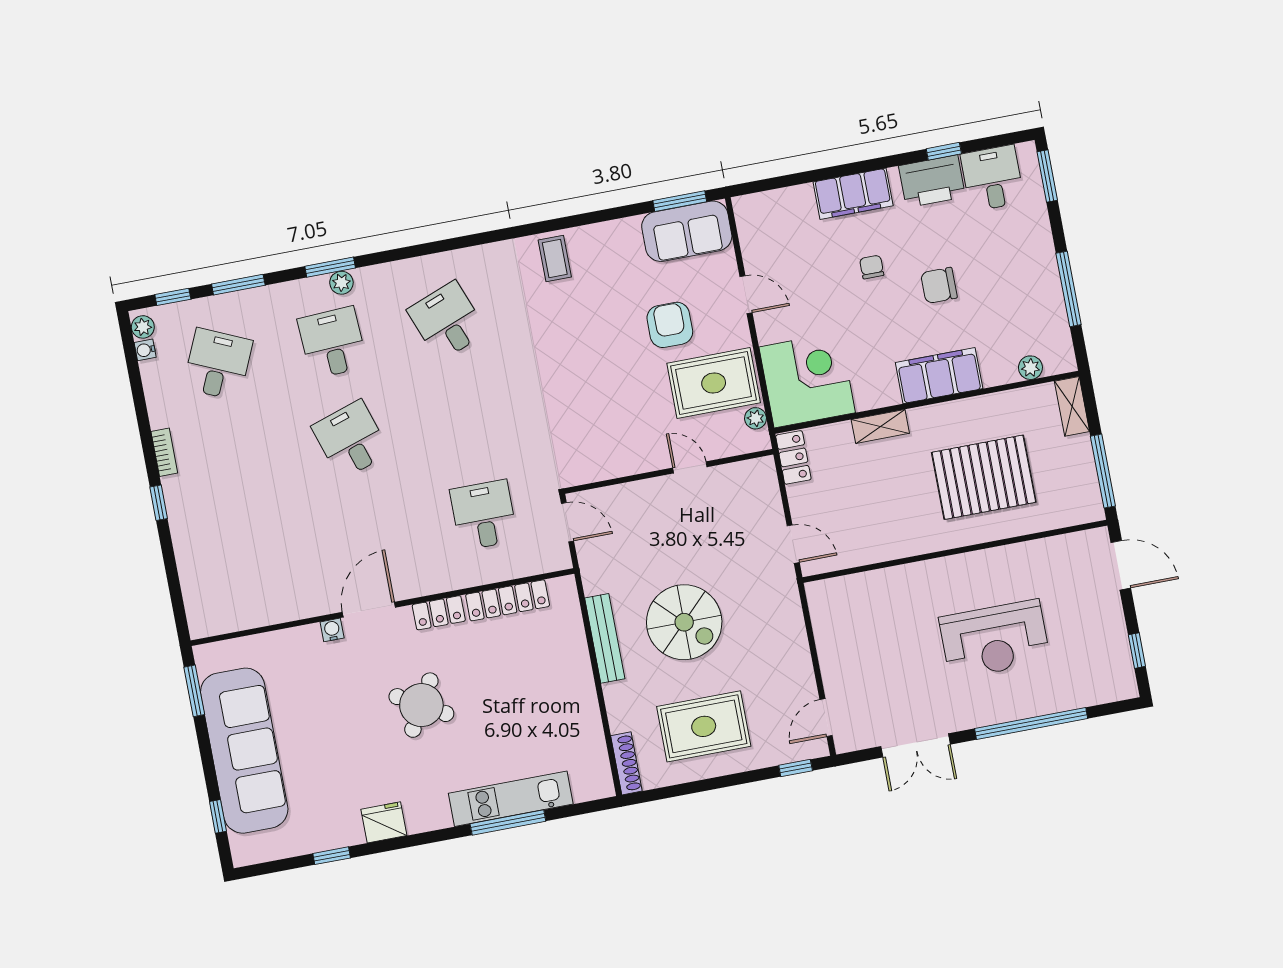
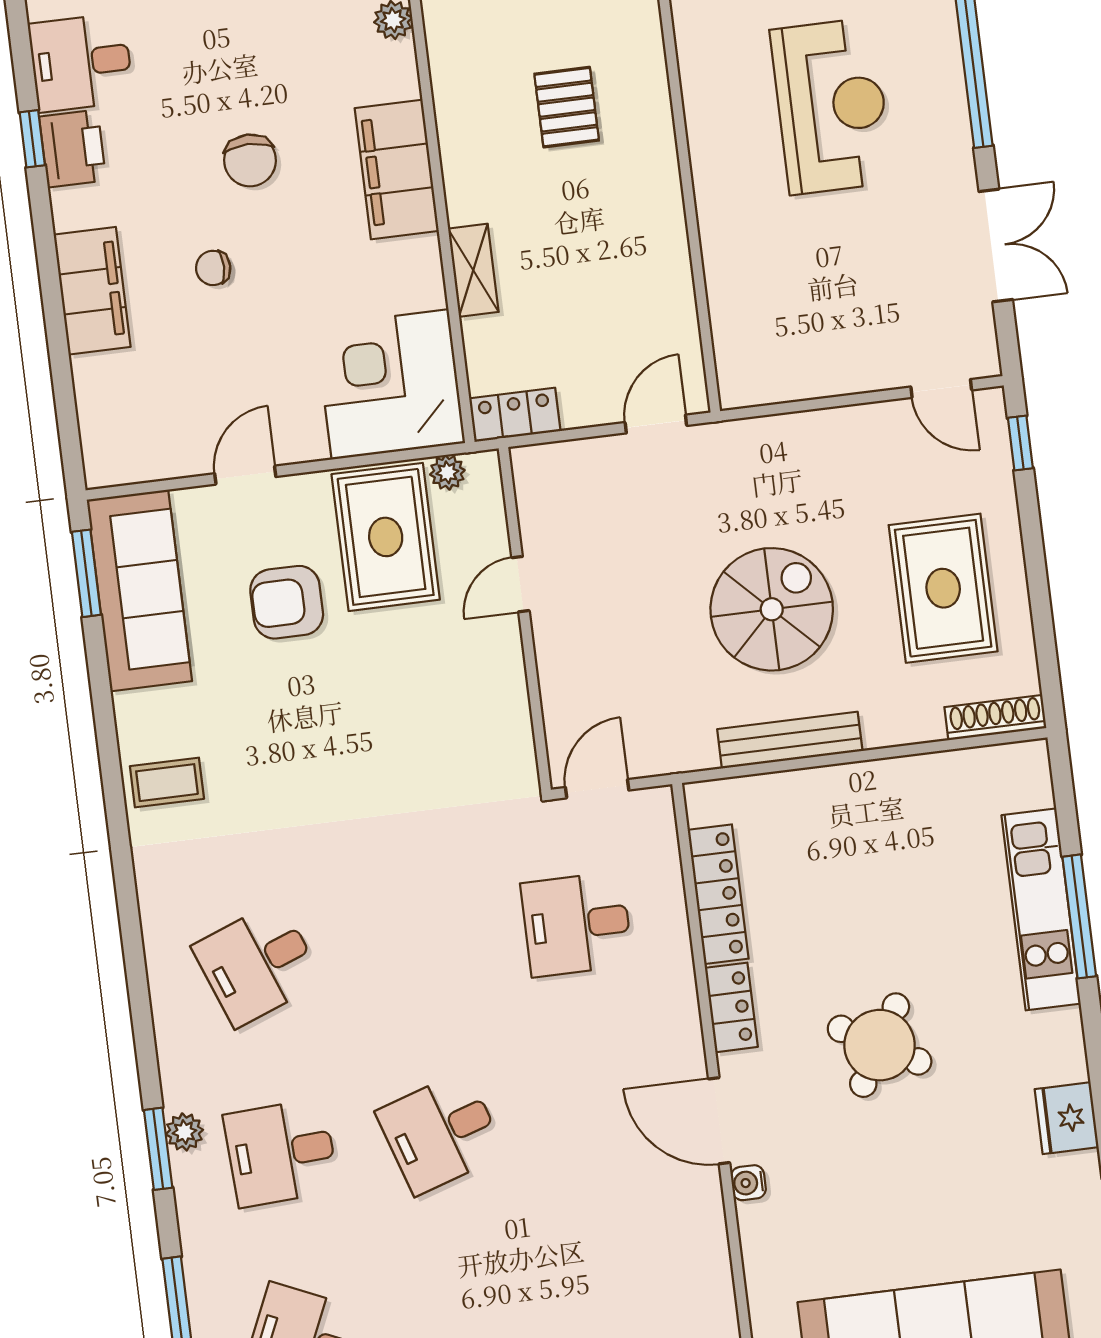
printer: (932, 181) -> (73, 149), width x0.73, depth x0.84
sofa: (687, 231) -> (139, 590), width x1.36
pallet: (984, 477) -> (567, 107), width x0.49, depth x0.50

